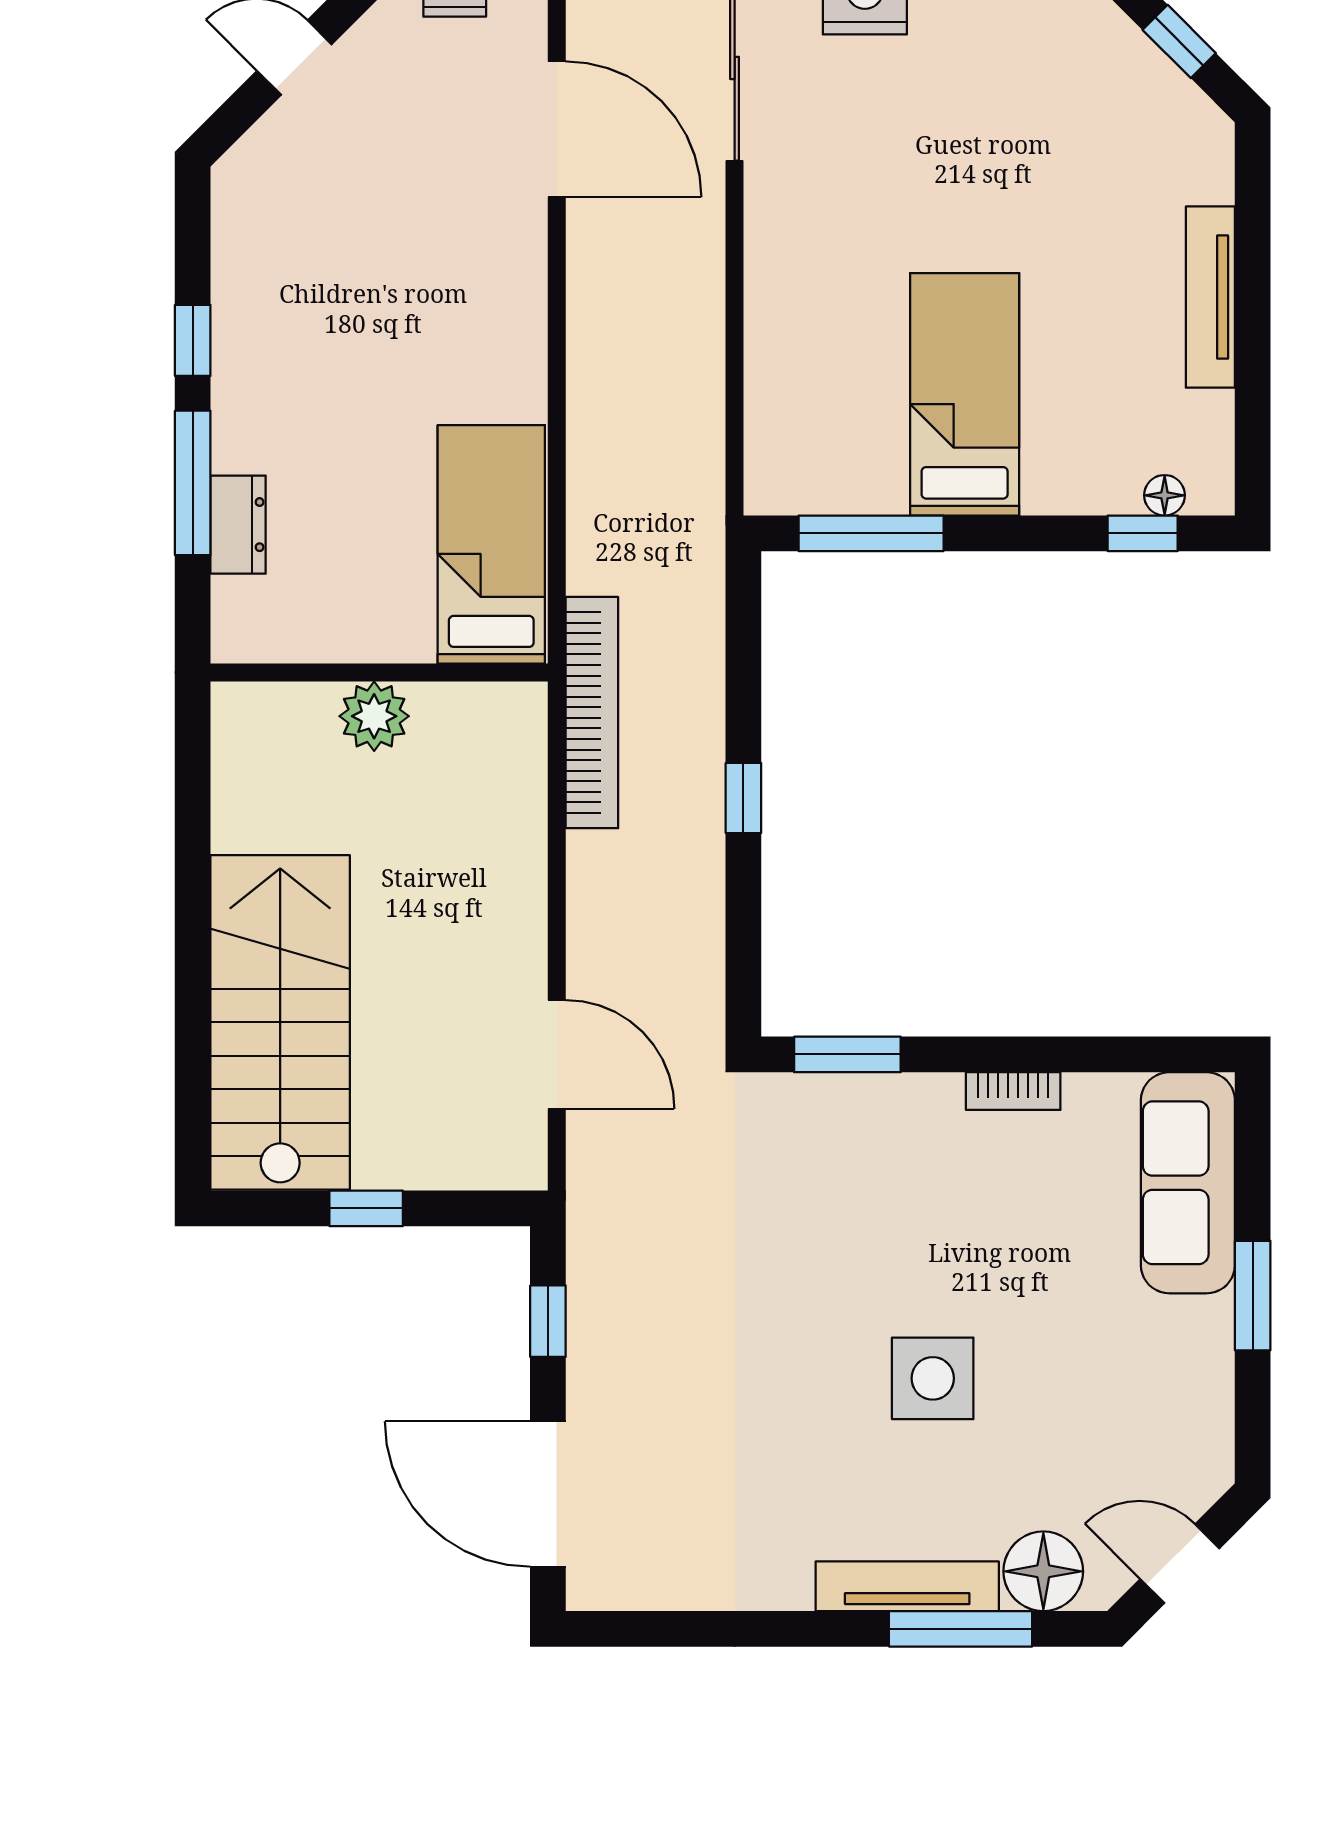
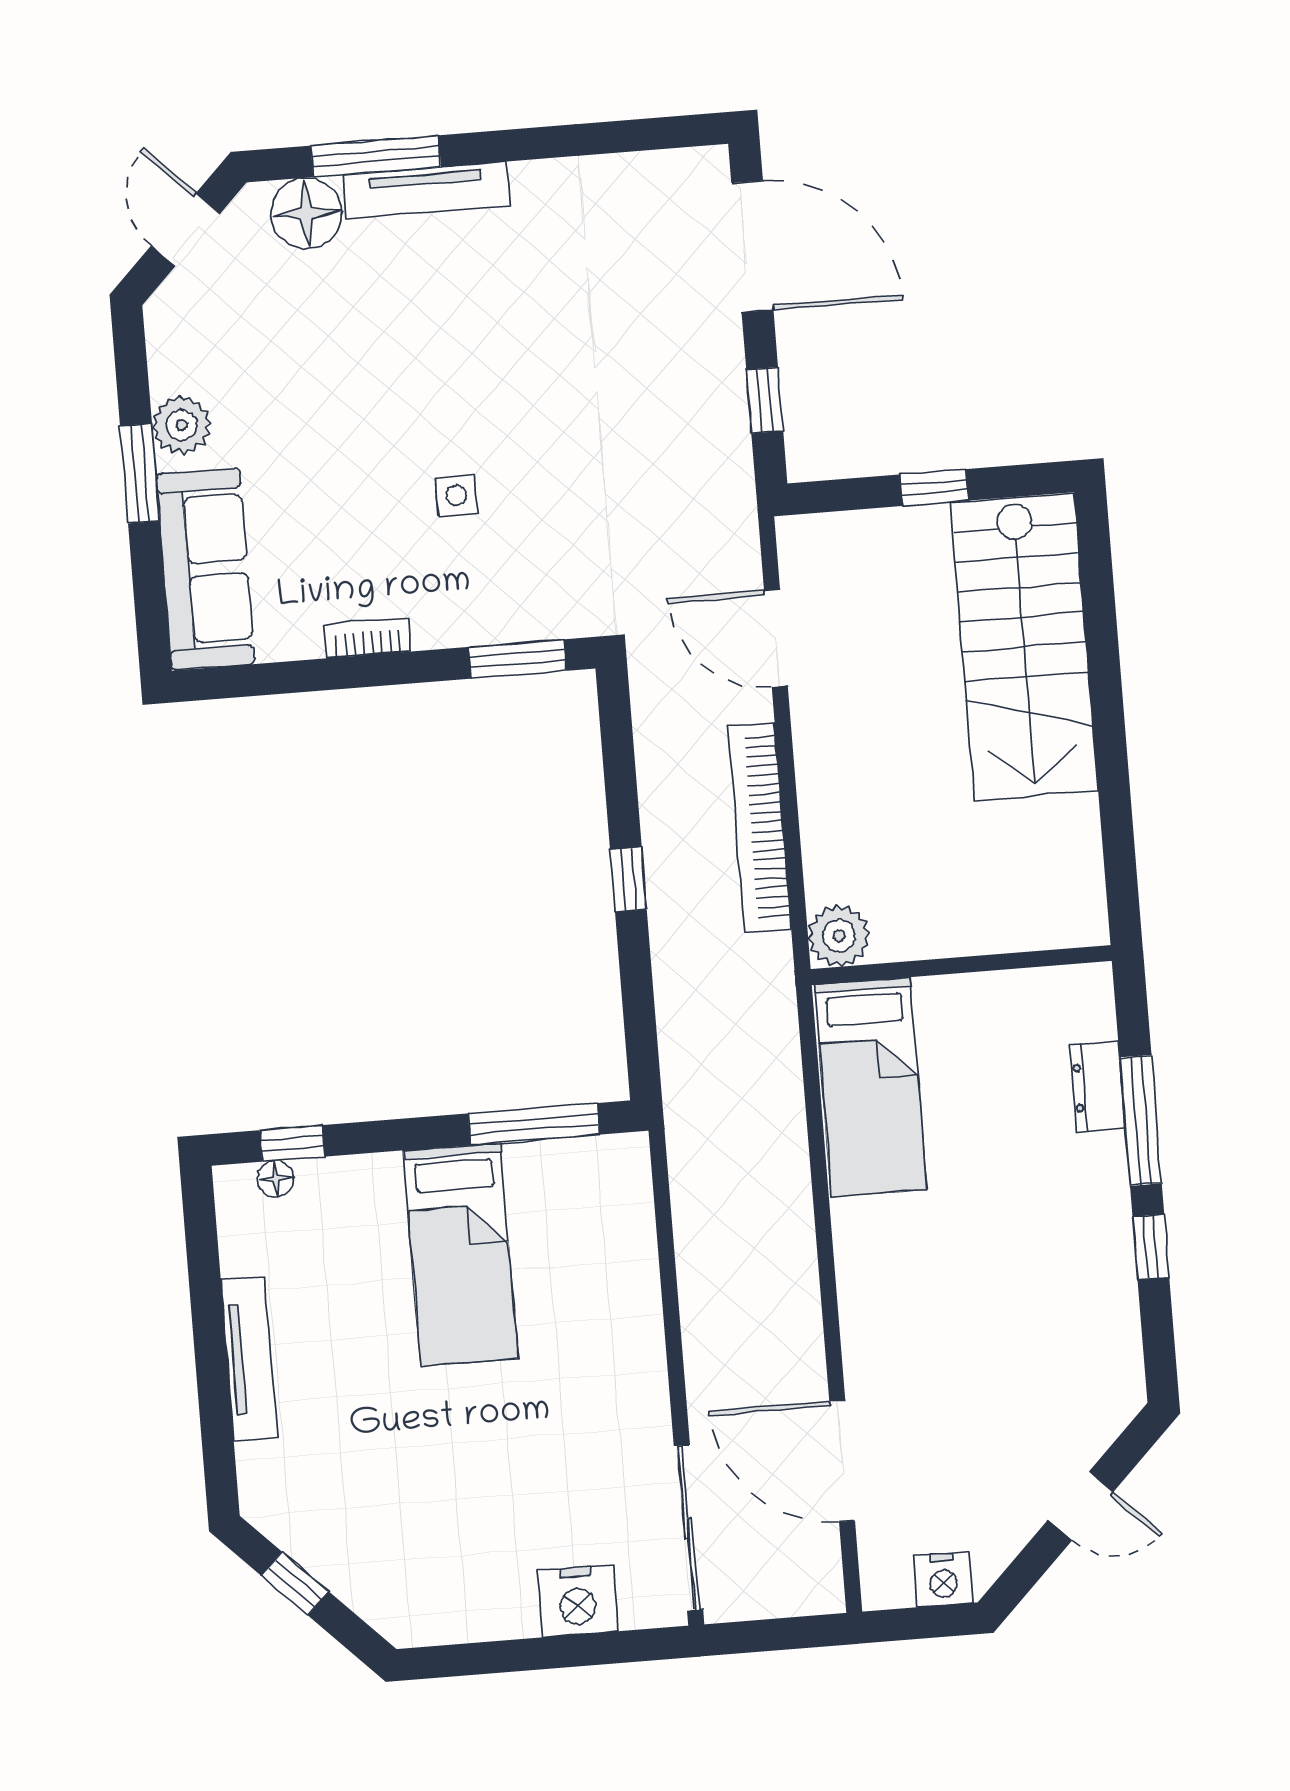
bookcase: (592, 713) -> (760, 827), moved
plant: (374, 716) -> (839, 936), moved
plant: (1202, 1346) -> (181, 425), added
side table: (933, 1378) -> (456, 495), moved, width x0.54, depth x0.54
door: (1180, 1564) -> (186, 230), swing flipped

